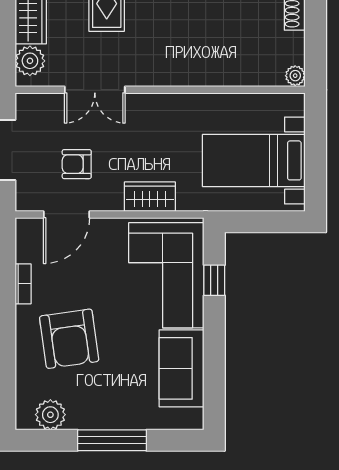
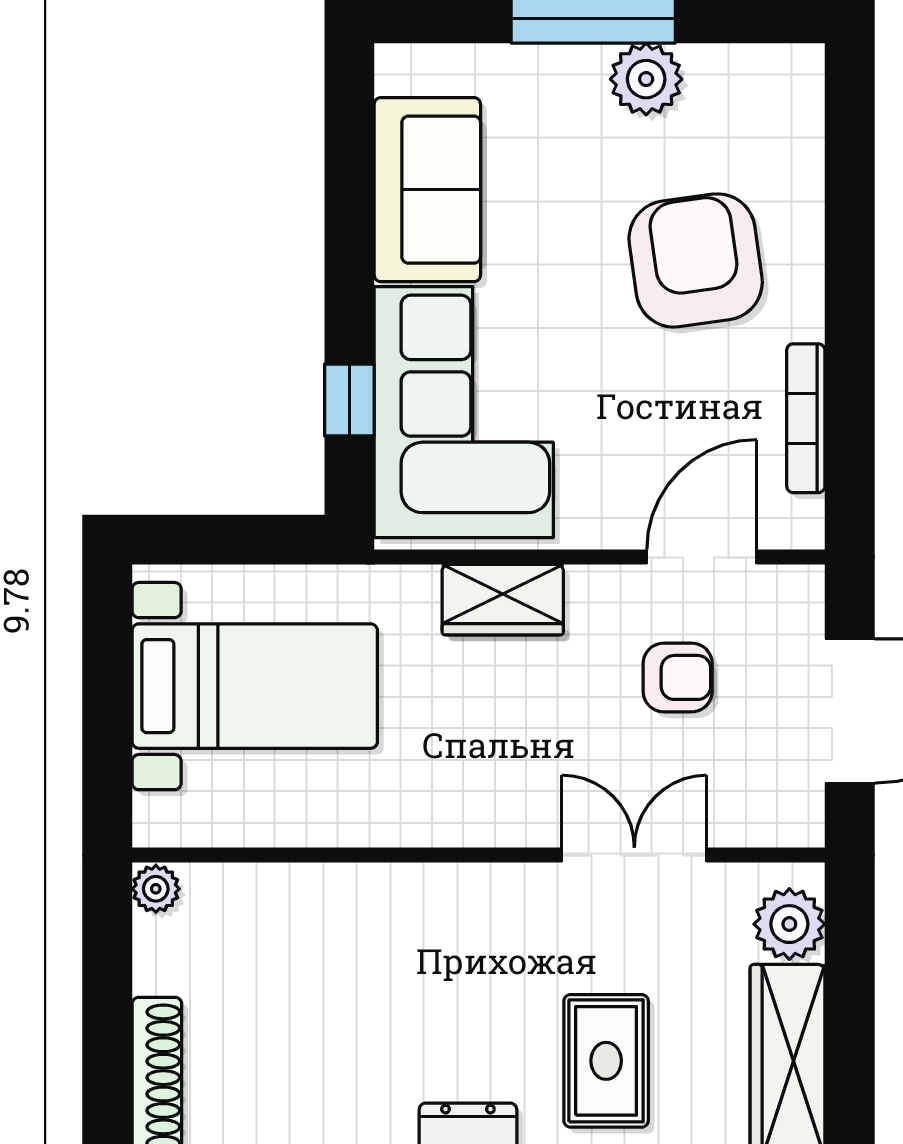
bookcase: (23, 284) -> (806, 418), width x1.56
plant: (50, 415) -> (646, 79), moved

